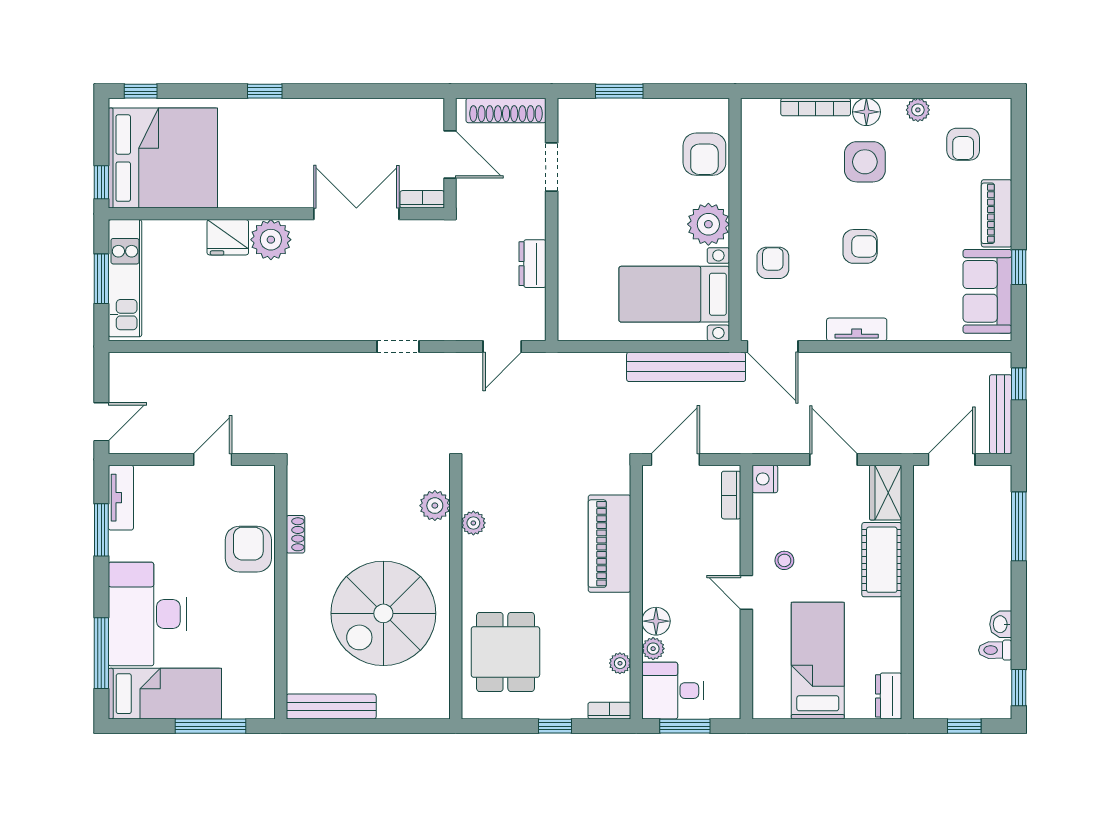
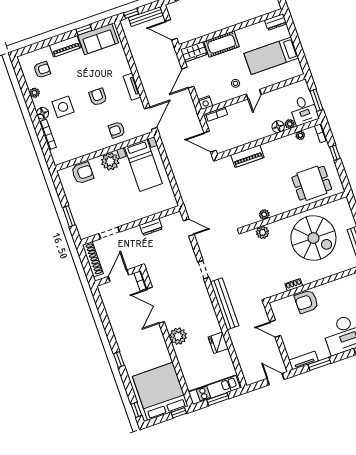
fridge: (228, 237) -> (218, 343), moved, turned 180
bench: (686, 367) -> (225, 304), moved
piano: (609, 544) -> (247, 156), width x0.73, depth x0.75

